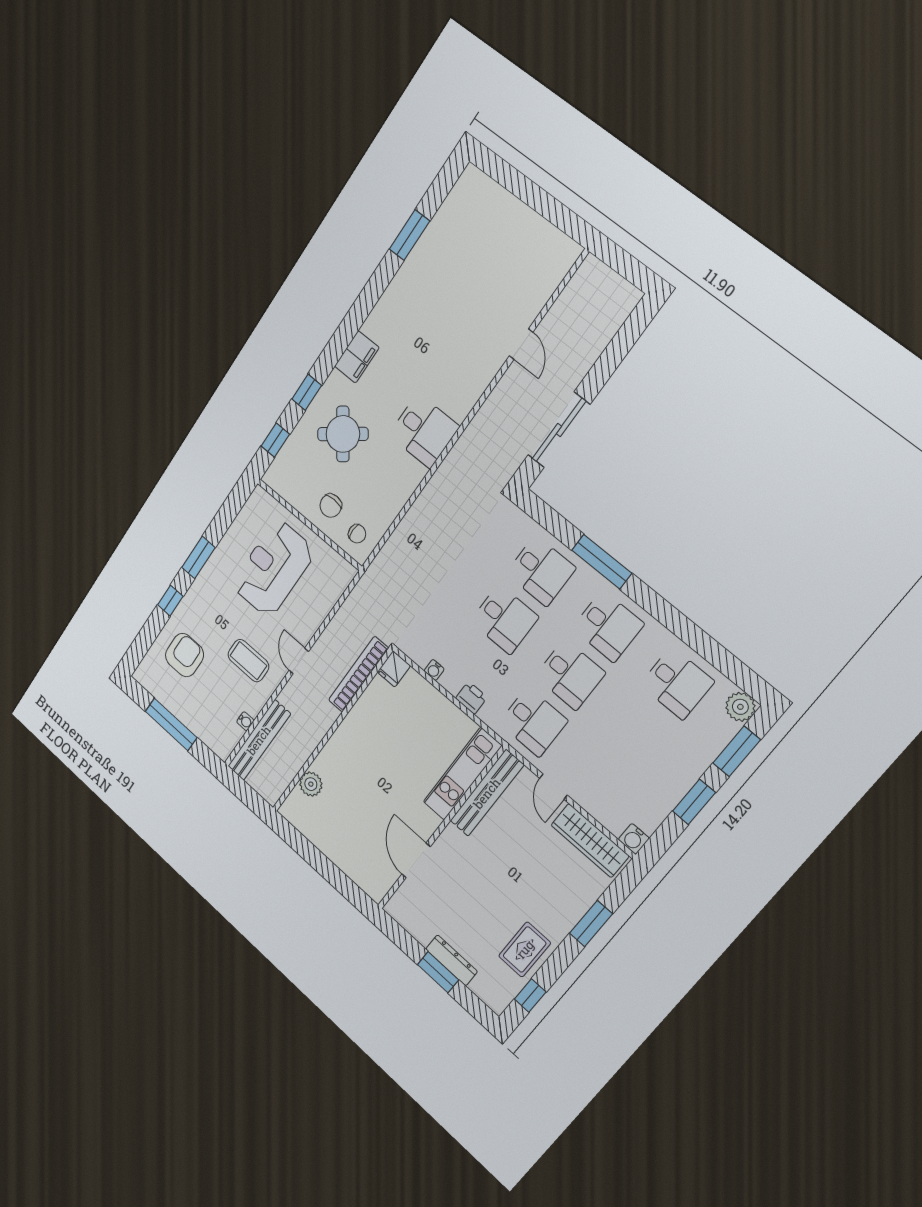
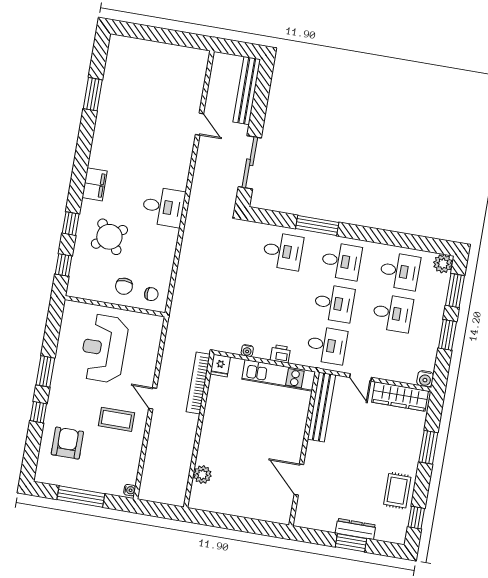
desk: (504, 619) -> (393, 313), moved
water cooler: (245, 721) -> (130, 490), moved
bench: (259, 740) -> (247, 91), moved
kitchen unit: (462, 774) -> (279, 375), moved, turned -90

